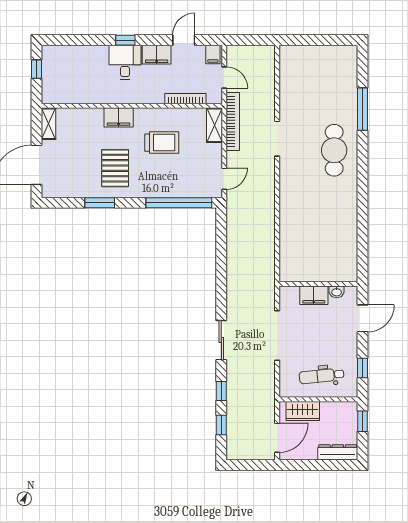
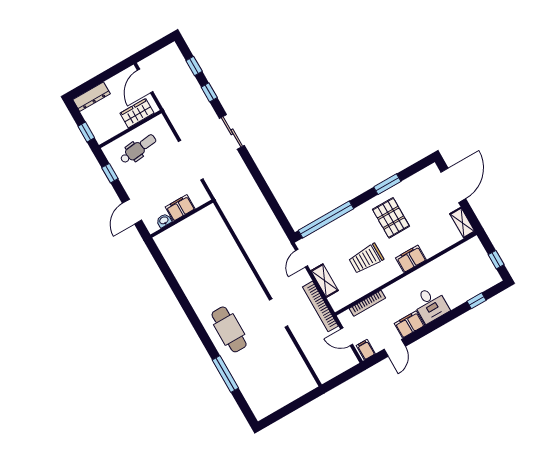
window: (125, 40) -> (477, 301), moved
shelving: (214, 125) -> (325, 281), moved

